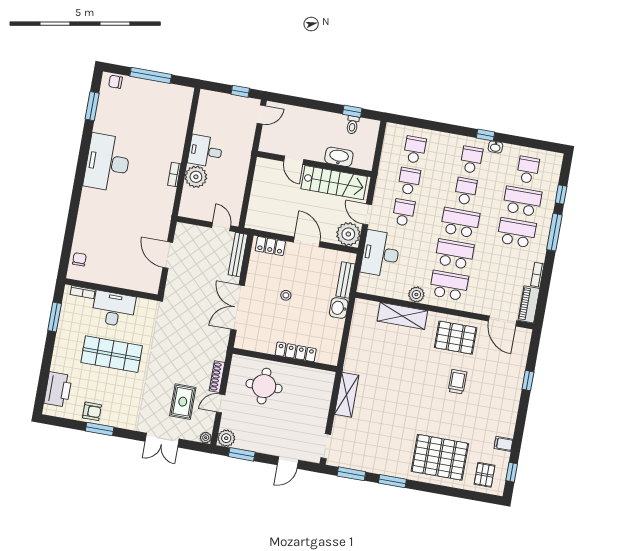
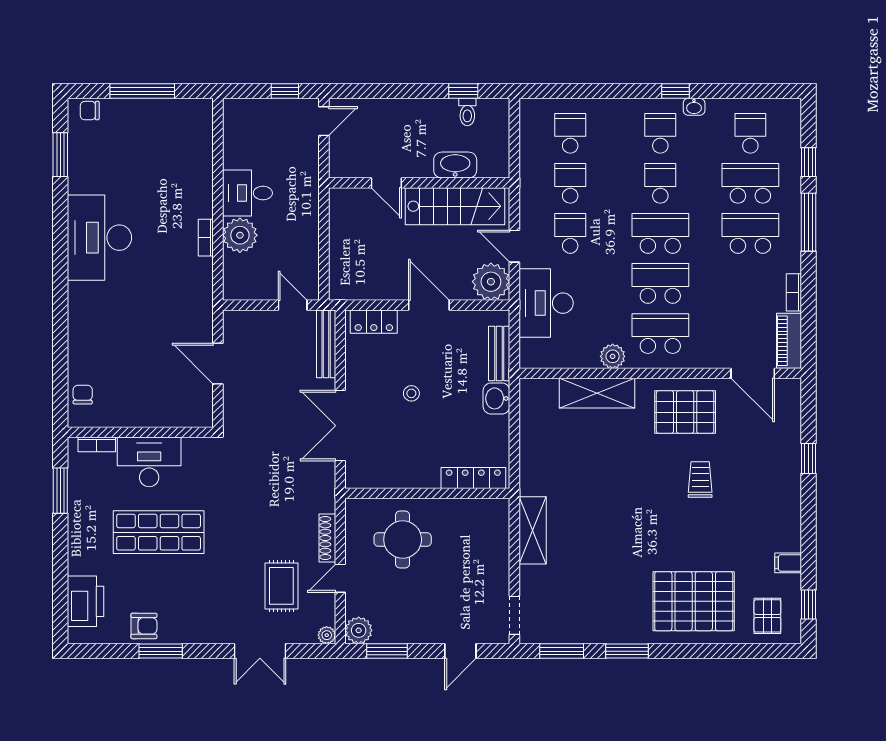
locker: (296, 352) -> (473, 478), moved

